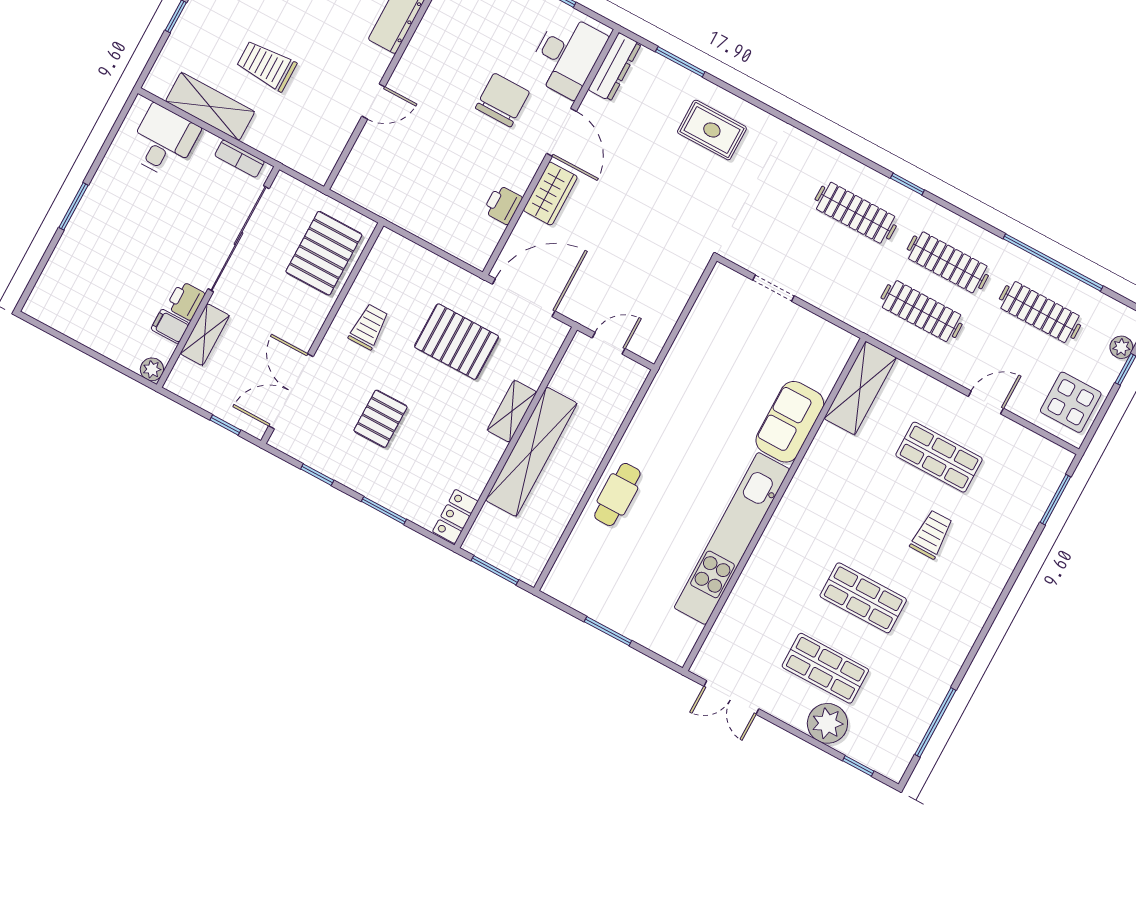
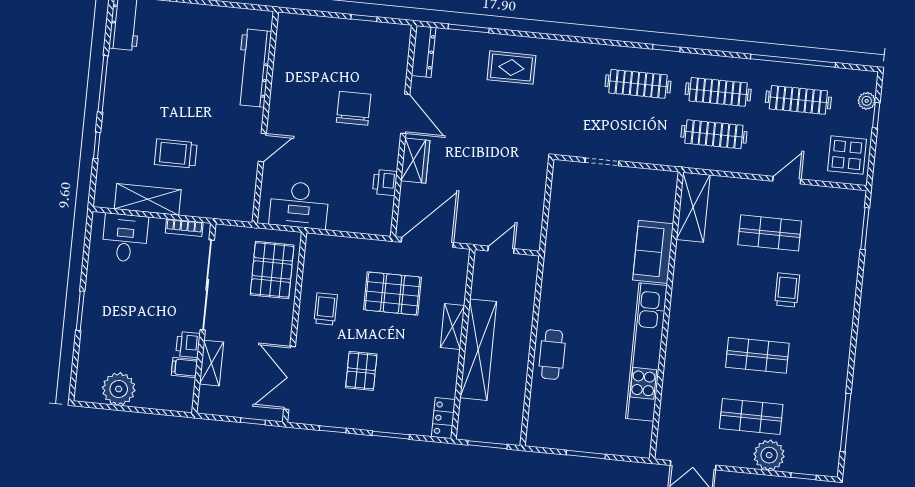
desk: (567, 55) -> (299, 205), moved, turned 90
plant: (152, 369) -> (119, 389), moved, width x1.87, depth x1.87

